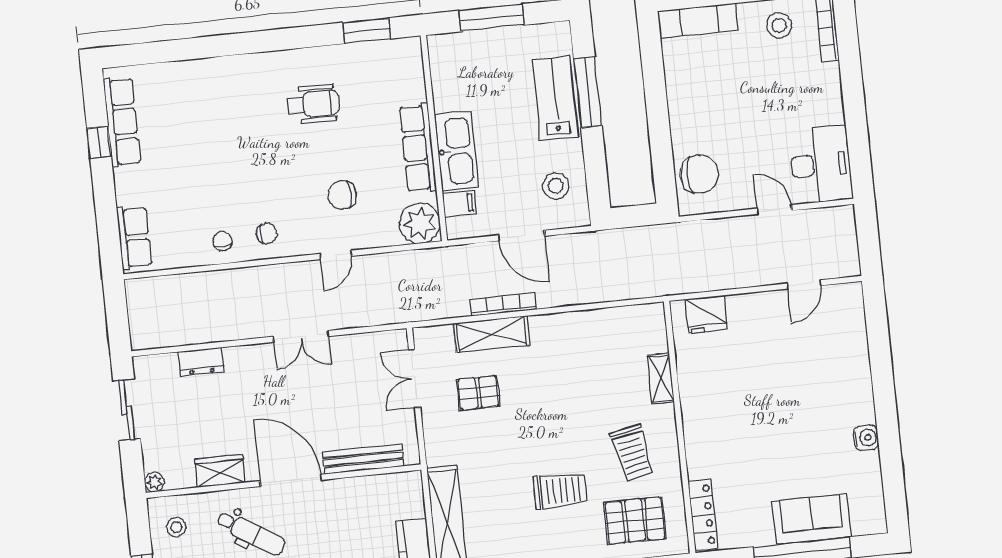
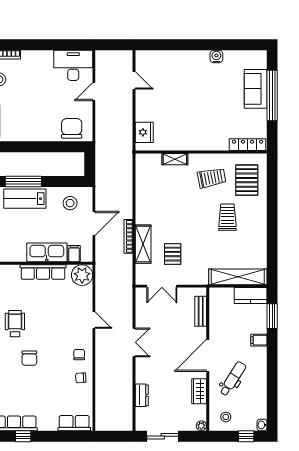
chair: (342, 195) -> (29, 358), moved
bench: (363, 459) -> (201, 311), width x0.73

